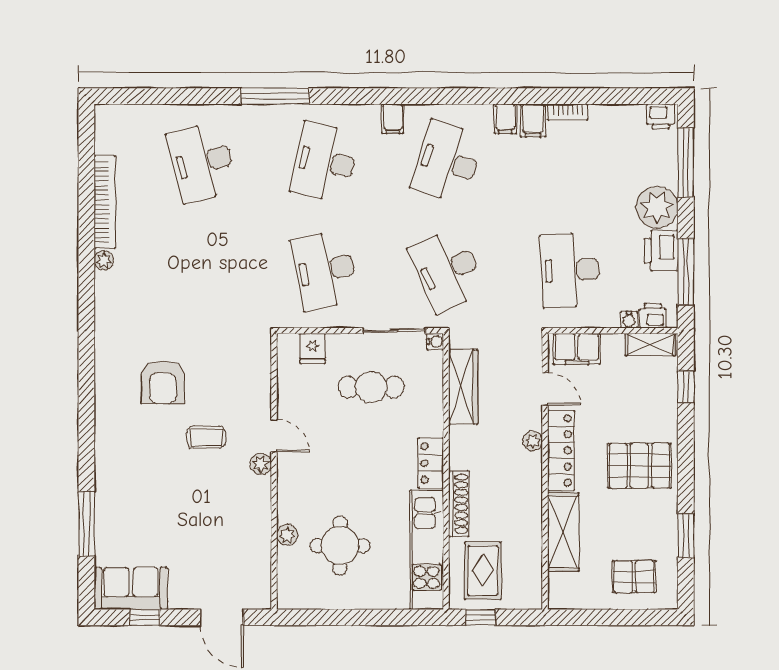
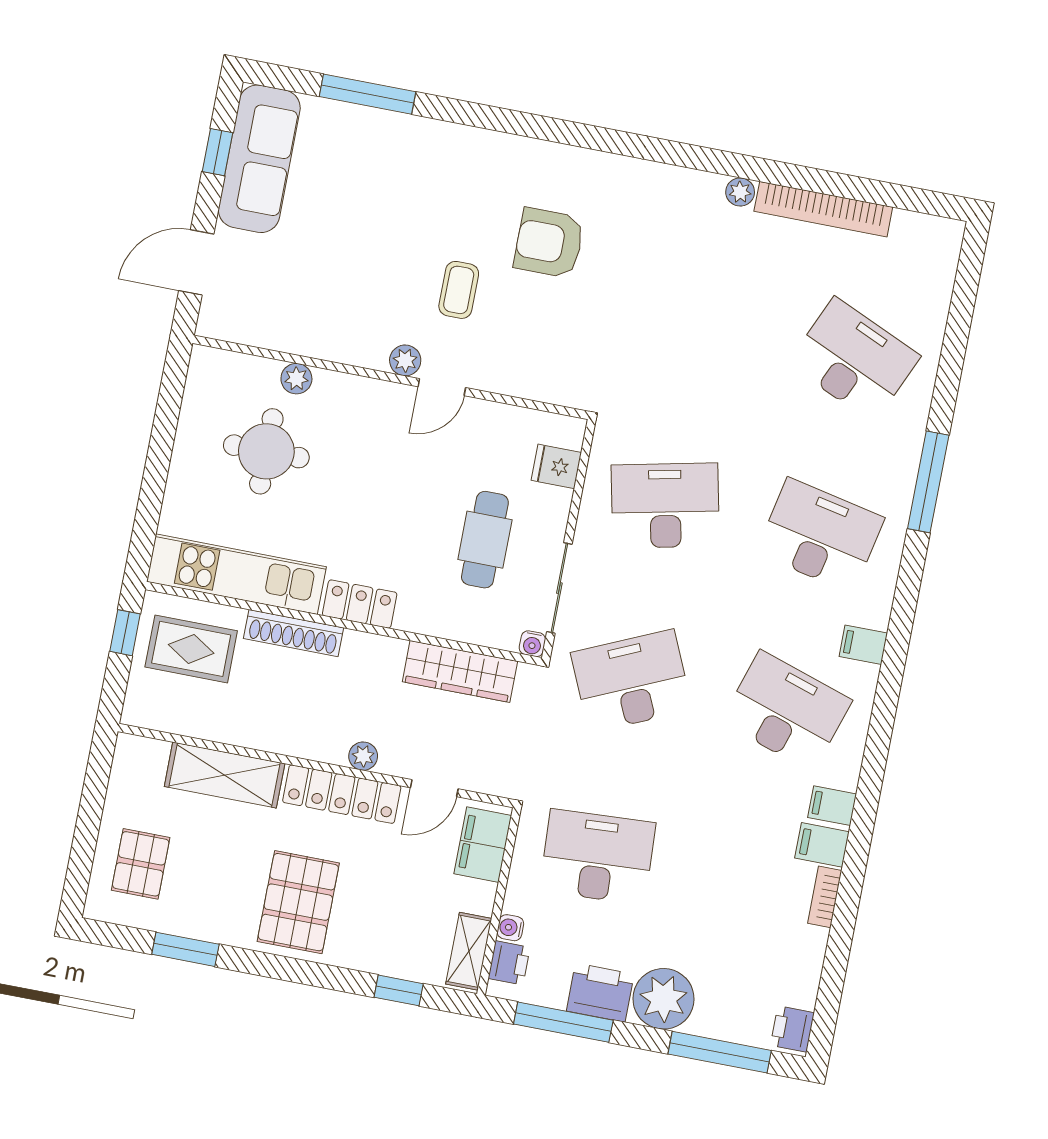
desk: (202, 162) -> (854, 360), turned 39
sofa: (131, 588) -> (259, 159), width x1.36

